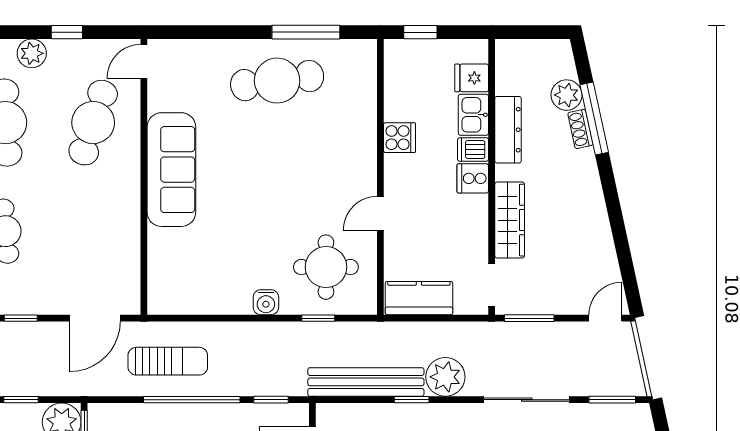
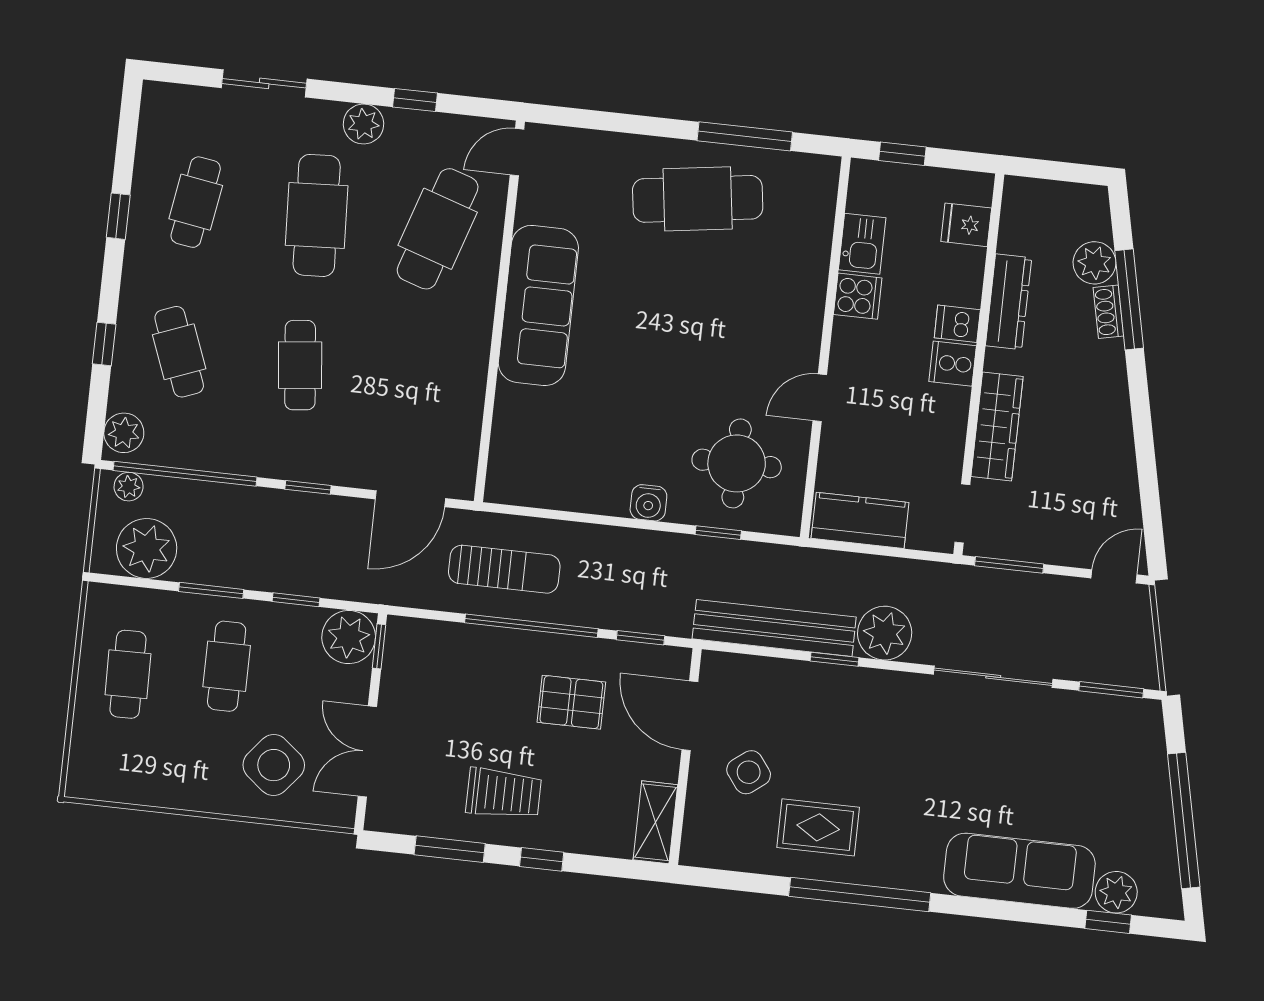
kitchen sink: (473, 115) -> (862, 244), moved, turned 180

